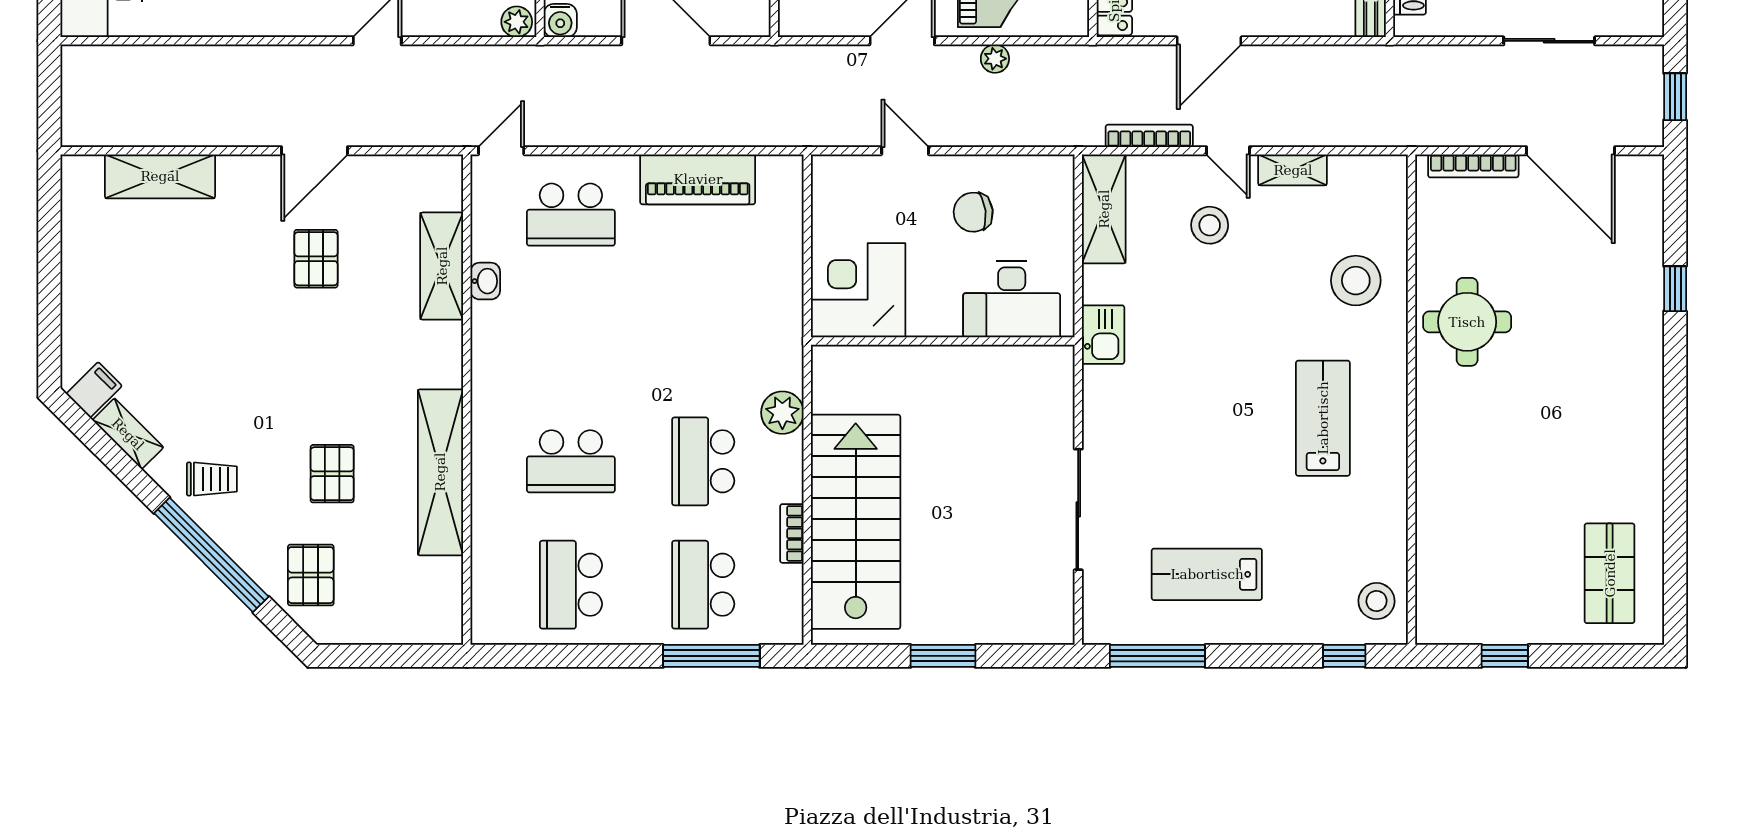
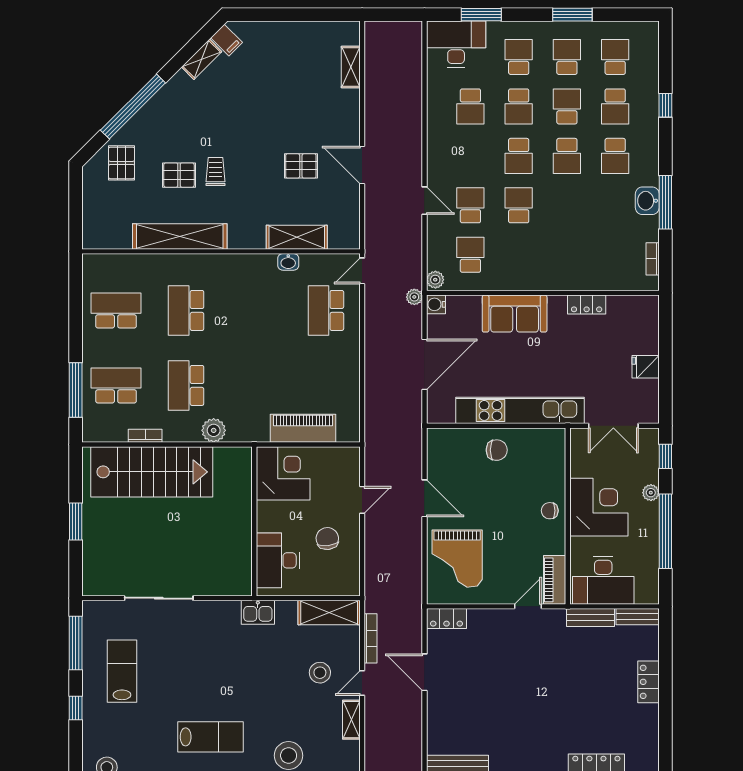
plant: (995, 59) -> (414, 297), moved
door: (501, 151) -> (362, 271), swing flipped
shelving: (160, 176) -> (351, 67), width x0.67, depth x0.75
piano: (698, 179) -> (303, 428), moved, turned 90
school desk: (703, 461) -> (186, 385), turned -90
trolley: (212, 479) -> (215, 172), moved, turned 180
pallet: (311, 575) -> (122, 163), turned 90
window: (1344, 656) -> (76, 708), moved

